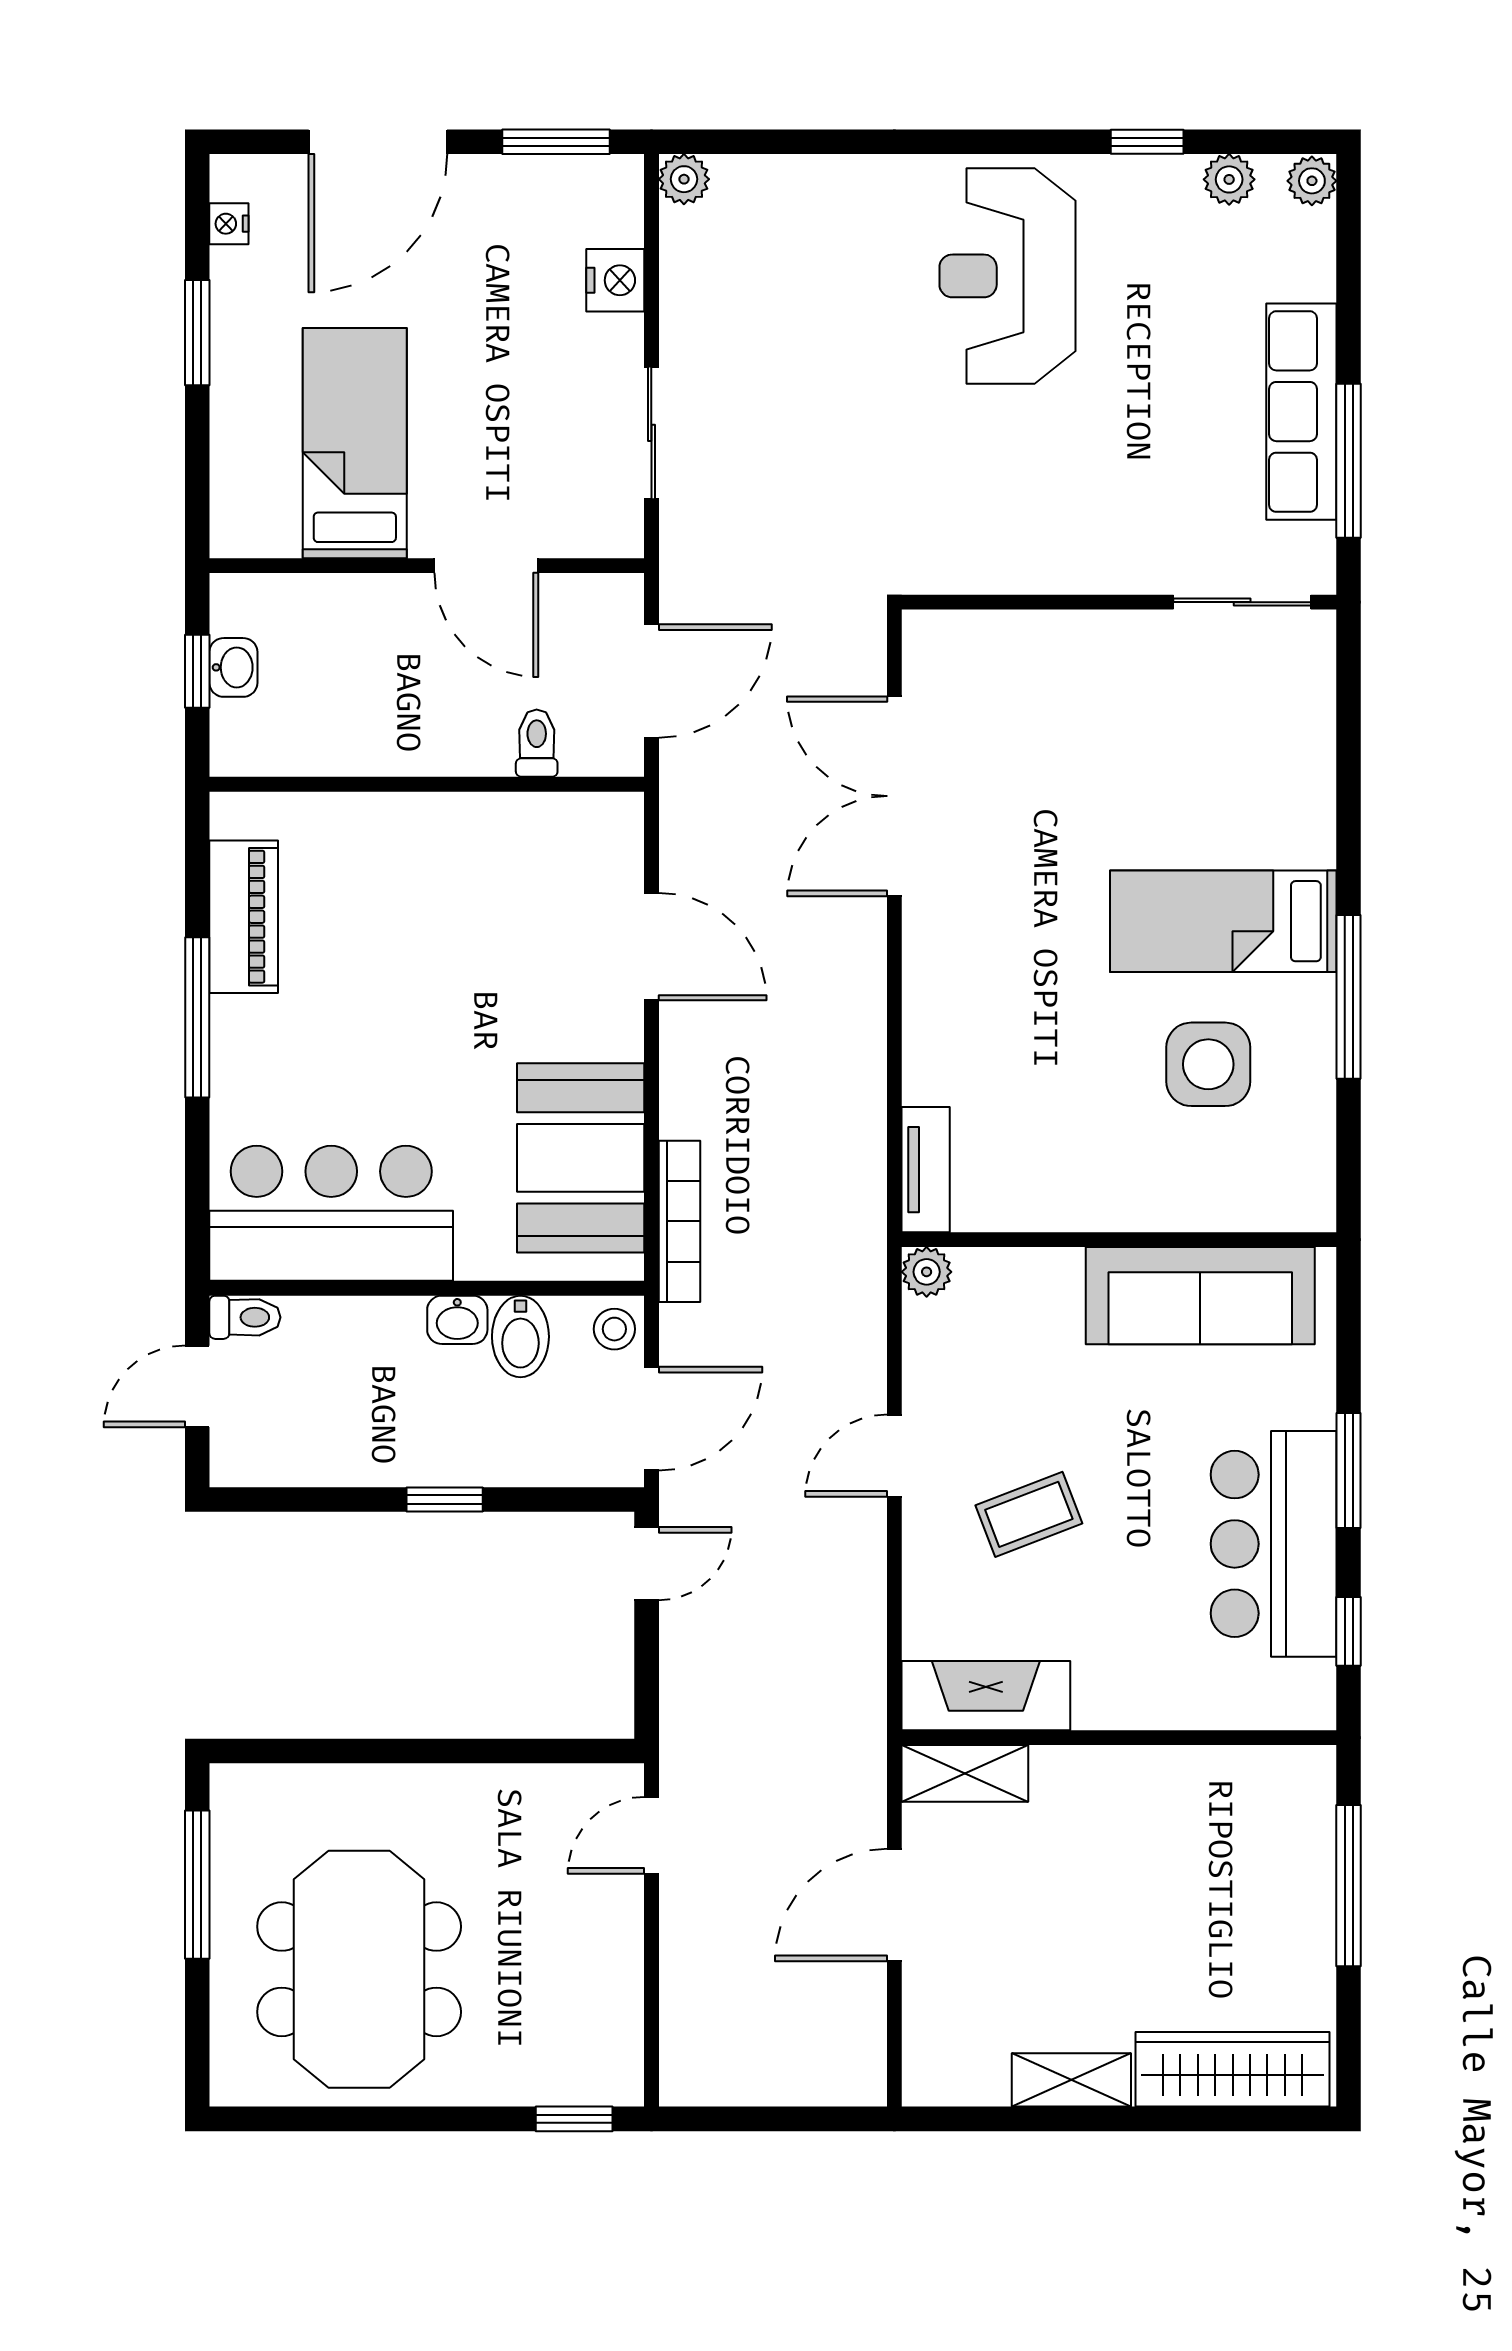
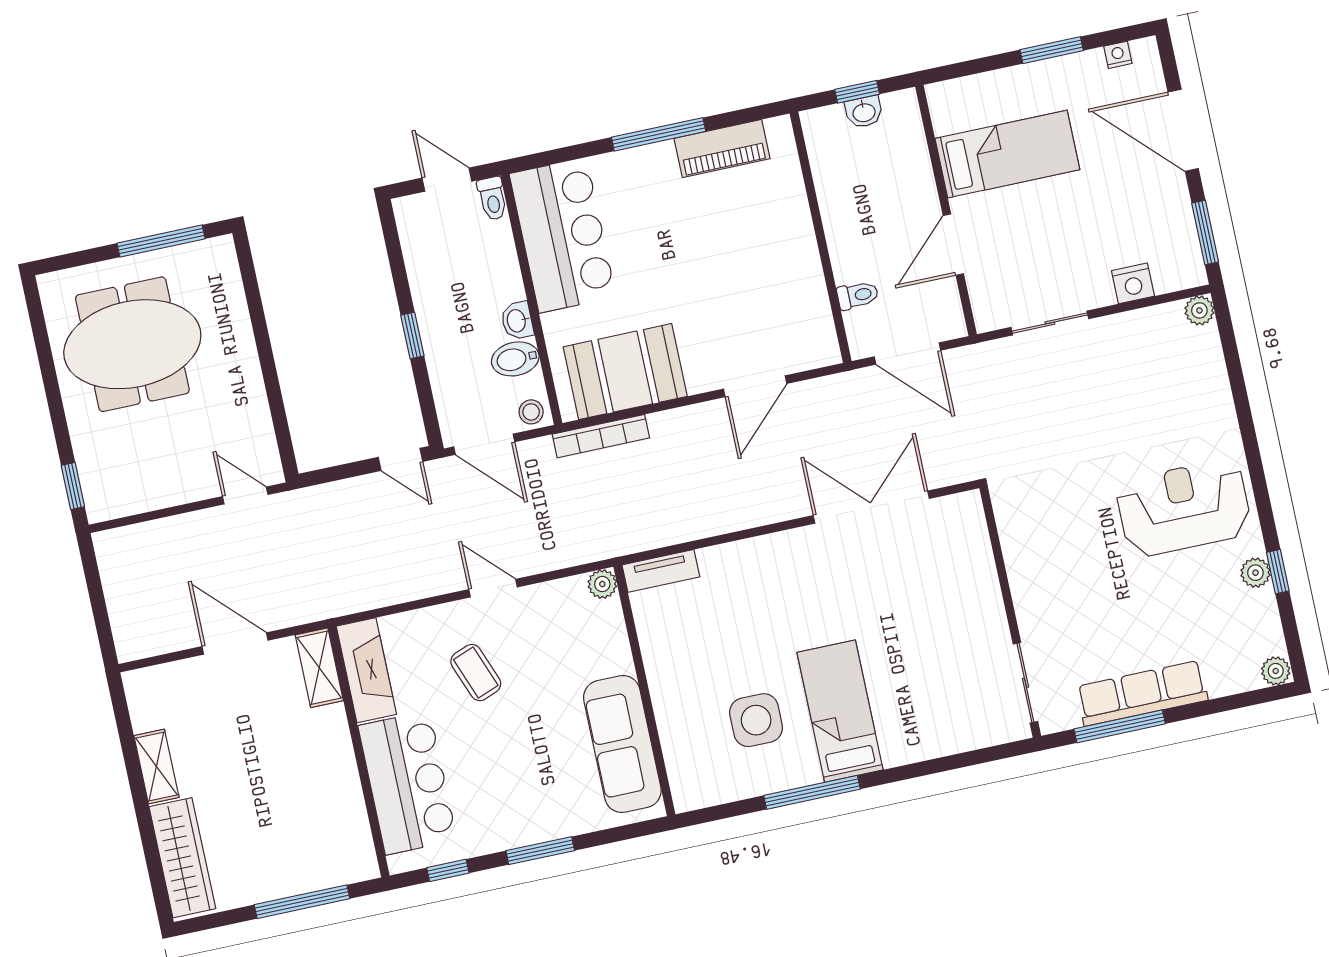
plant: (1229, 179) -> (1255, 573), moved
bar counter: (1274, 1544) -> (407, 783), moved, turned 90

